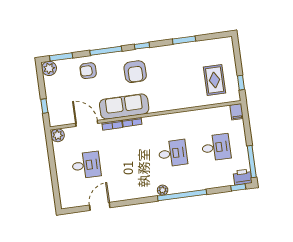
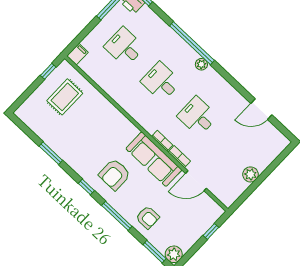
armchair: (135, 72) -> (115, 174), turned 180
door: (87, 123) -> (196, 181), hinge flipped
plant: (58, 135) -> (251, 174), moved
desk: (86, 165) -> (197, 116), moved

